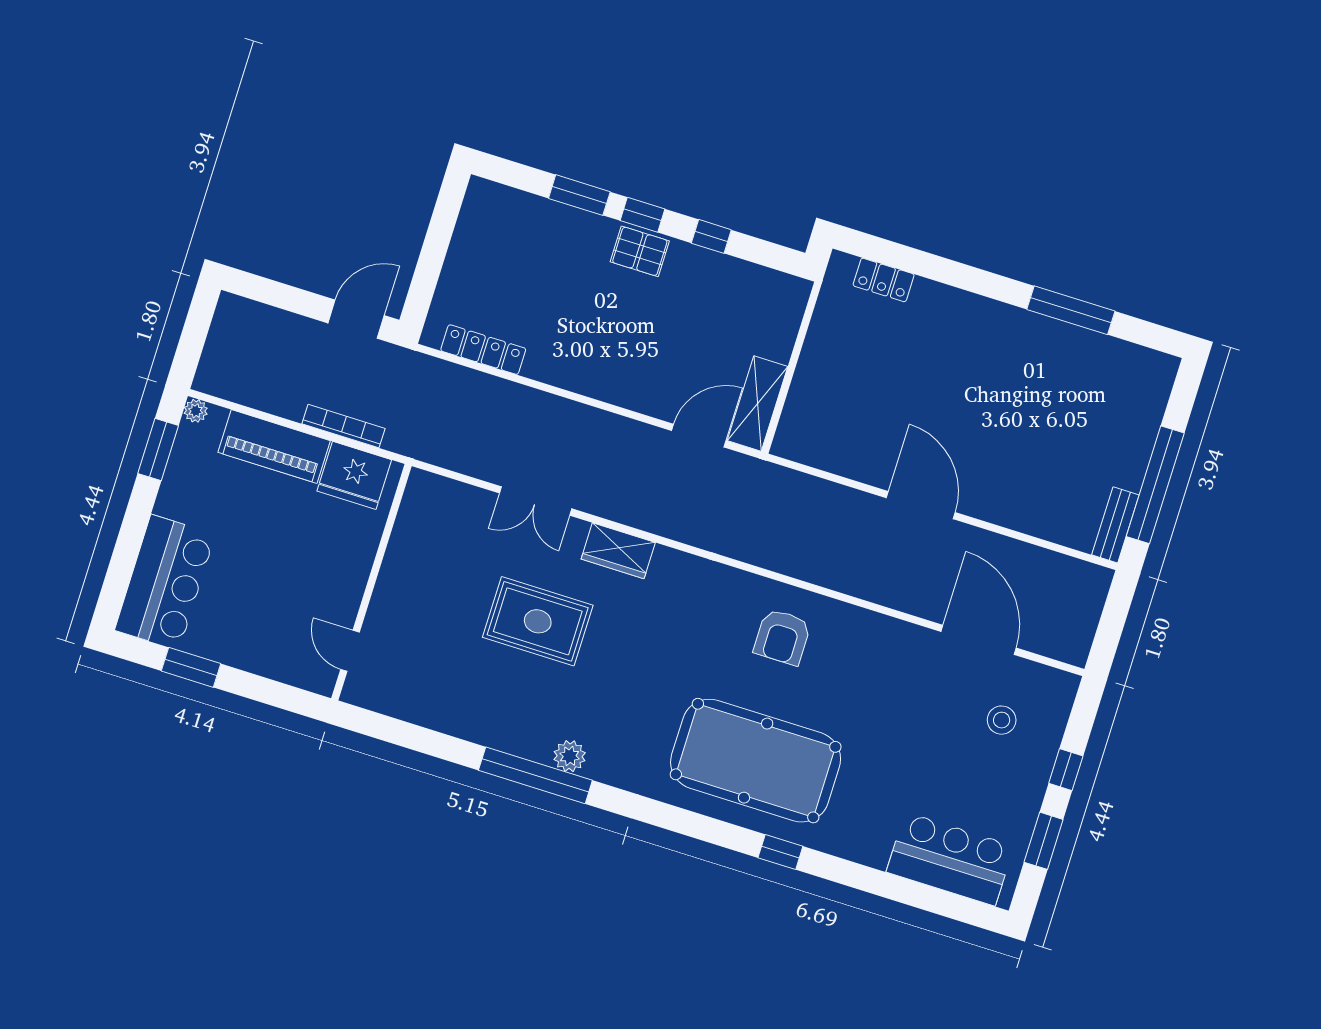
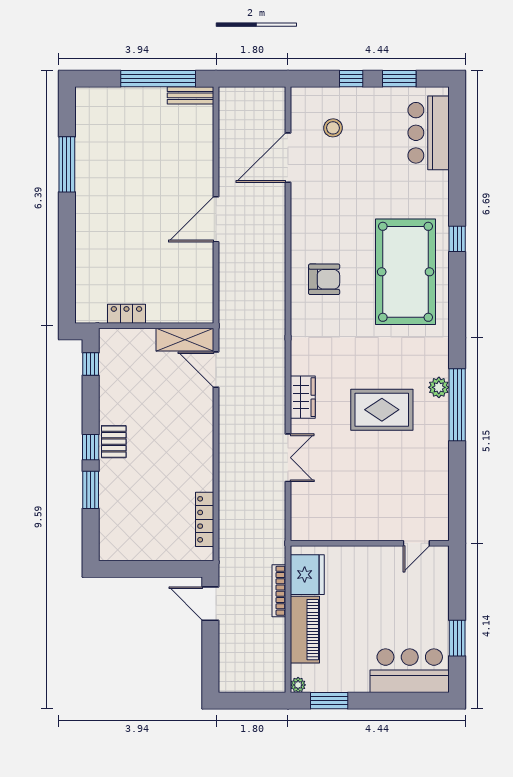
window: (711, 236) -> (91, 364), moved
locker: (884, 280) -> (126, 314), moved, turned -90
rug: (538, 621) -> (382, 410), moved, turned 90

